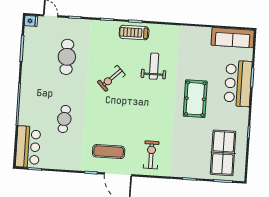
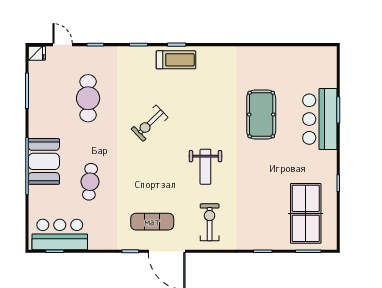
treadmill: (134, 33) -> (176, 60), turned 180
sofa: (233, 38) -> (309, 58), removed
weight bench: (154, 66) -> (205, 167), moved, turned 180
pool table: (195, 99) -> (261, 115), moved
booth: (31, 102) -> (44, 161), added
bar counter: (28, 147) -> (60, 234), moved, turned -90

